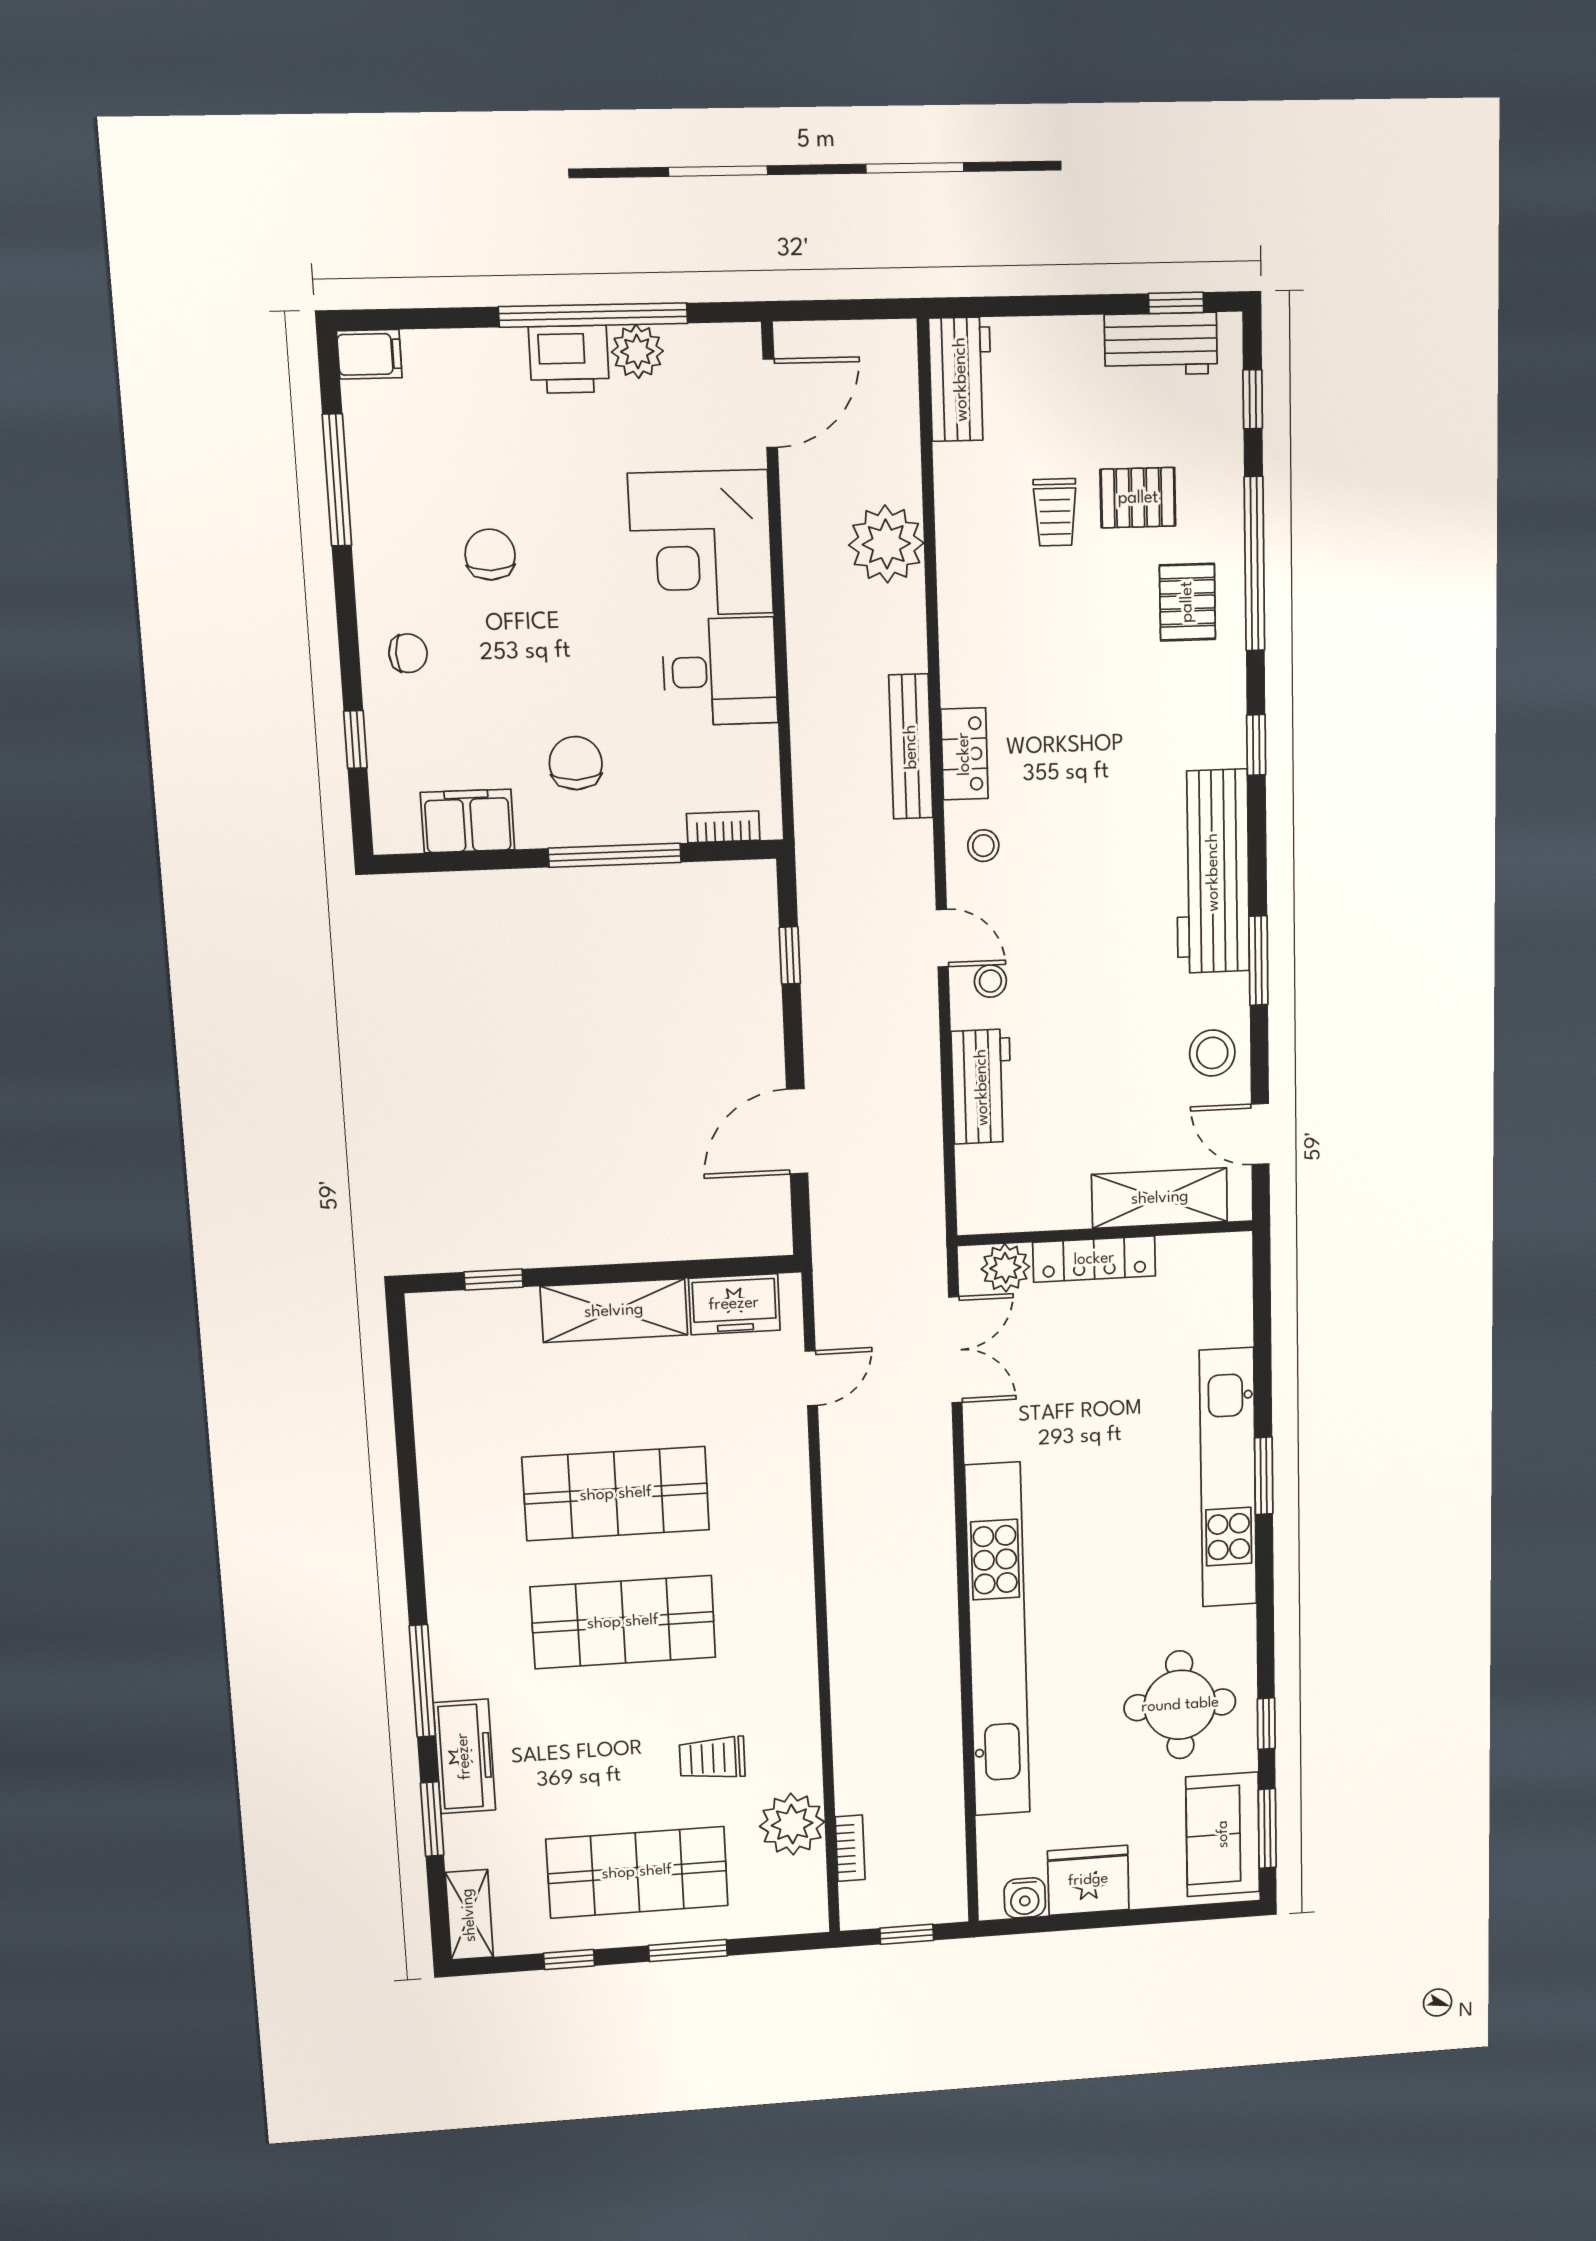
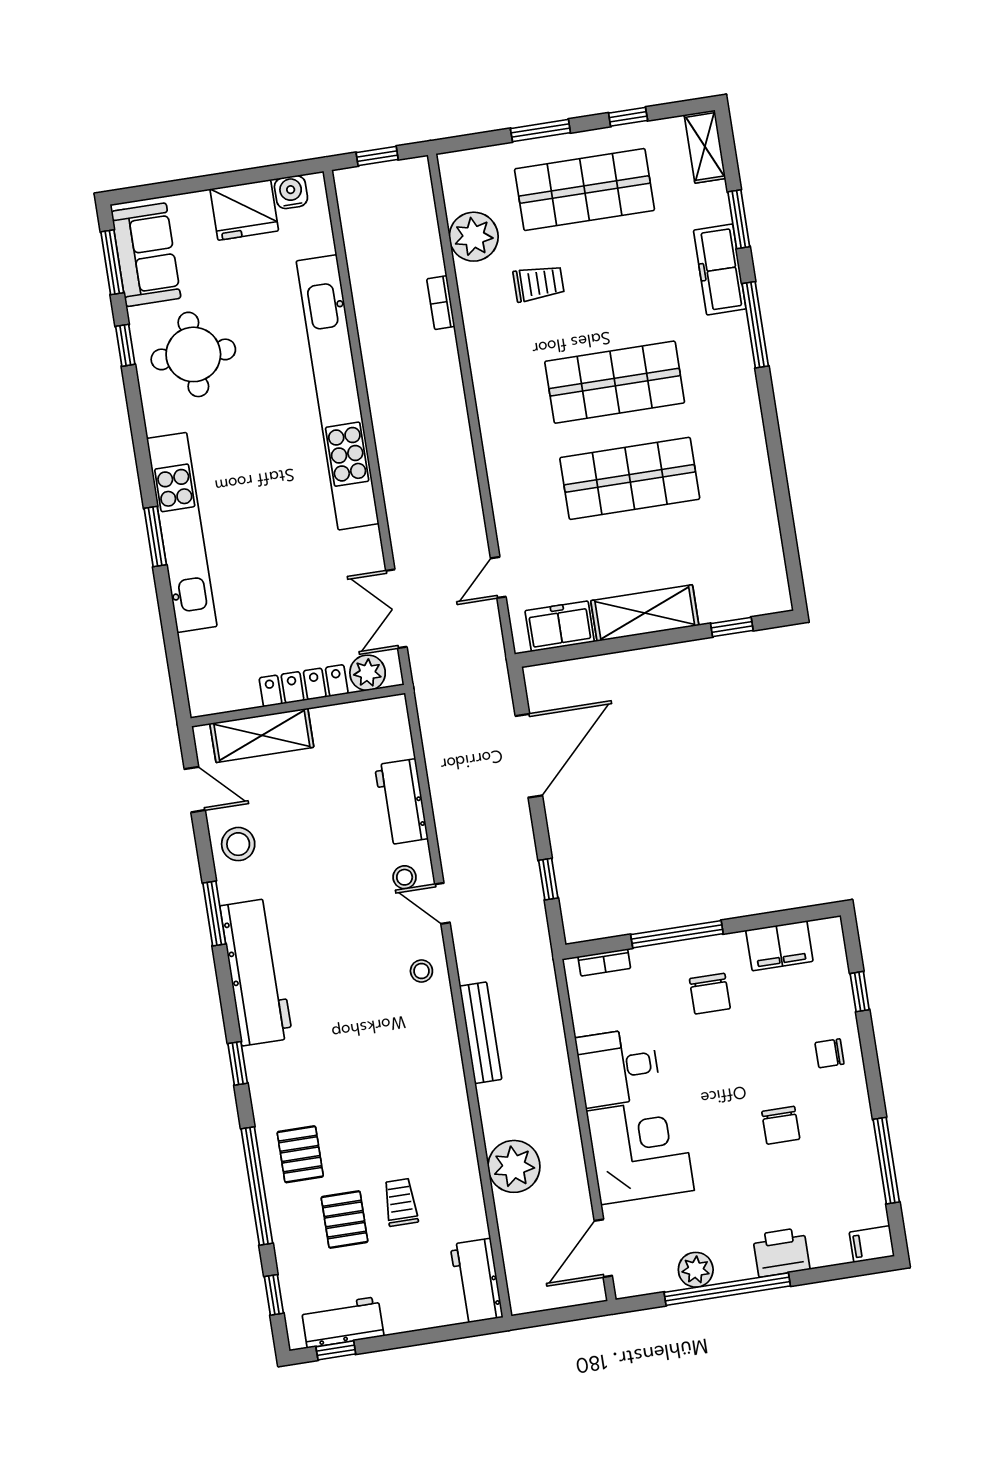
printer: (569, 359) -> (781, 1252), moved
pallet: (1138, 498) -> (344, 1220), turned 90
locker: (964, 754) -> (443, 1032), removed
door: (797, 1131) -> (529, 756), width x1.36
bookcase: (850, 1848) -> (441, 303), moved

